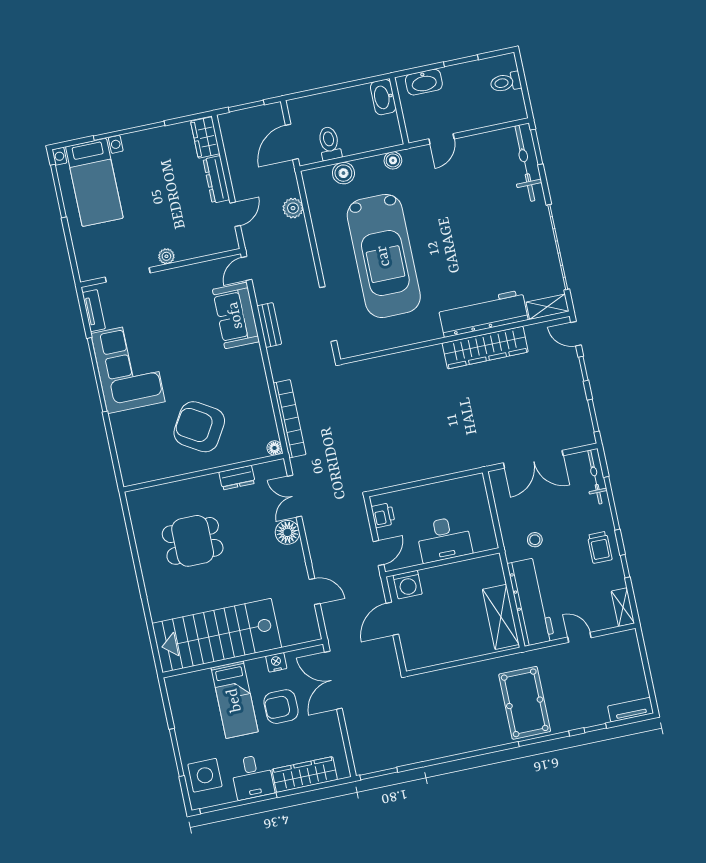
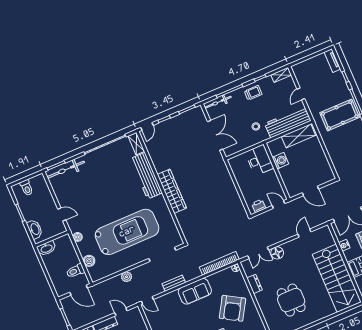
plant: (293, 208) -> (127, 277), moved
sofa: (236, 315) -> (195, 291), moved
wardrobe: (485, 348) -> (172, 191), moved
desk: (444, 539) -> (259, 160), moved
washing machine: (408, 585) -> (280, 161), moved

